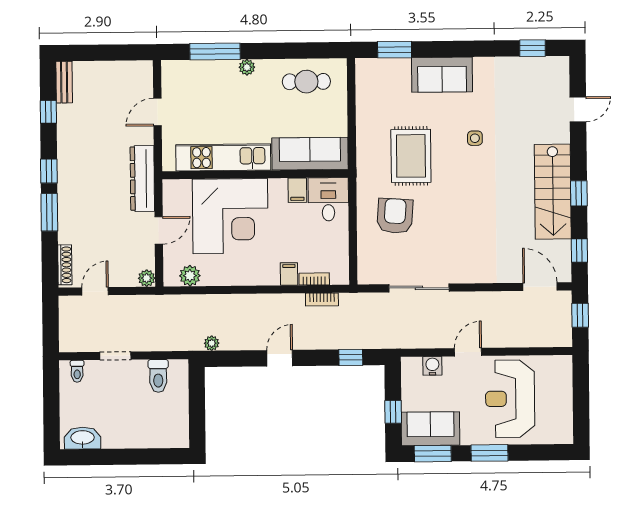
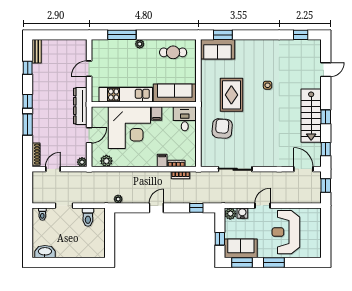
sofa: (442, 75) -> (218, 49), moved
filing cabinet: (297, 190) -> (157, 113), moved
plant: (411, 367) -> (230, 214), added

